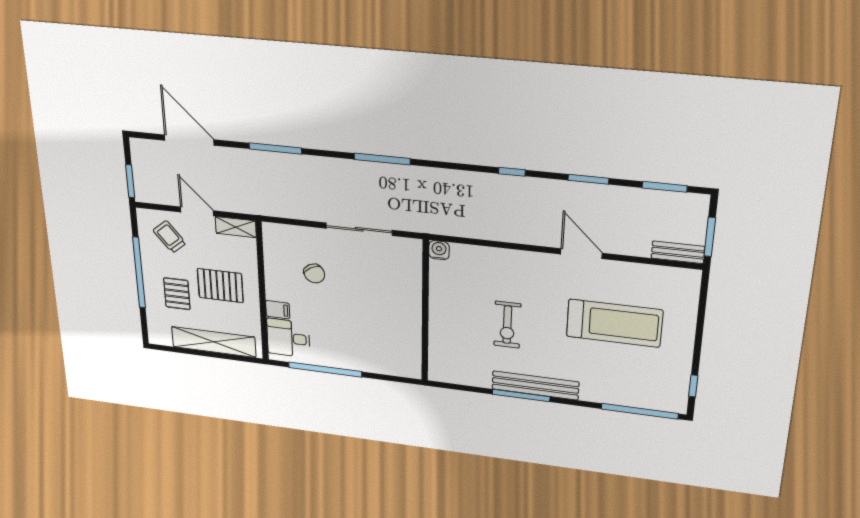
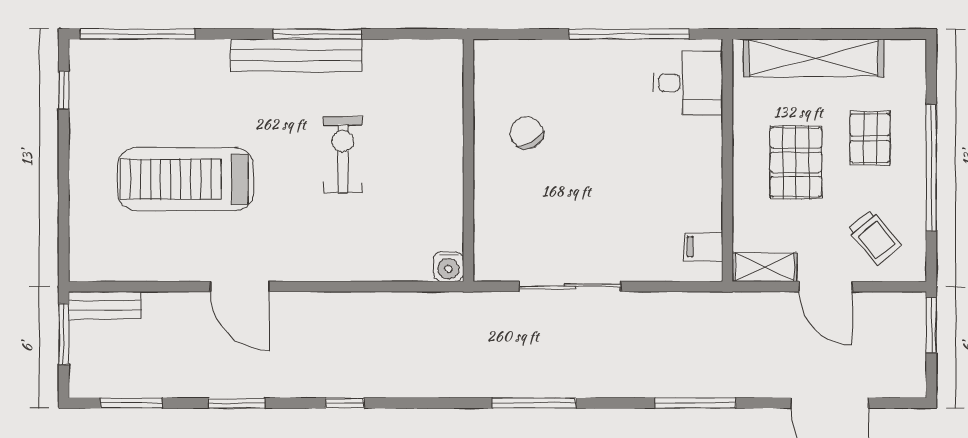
chair: (314, 274) -> (527, 133), moved
pallet: (220, 286) -> (796, 162), turned 90
filing cabinet: (278, 310) -> (703, 247), moved

